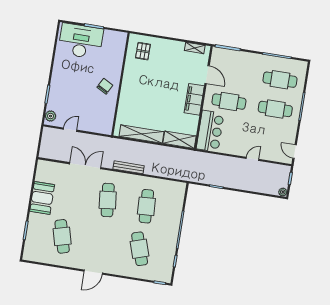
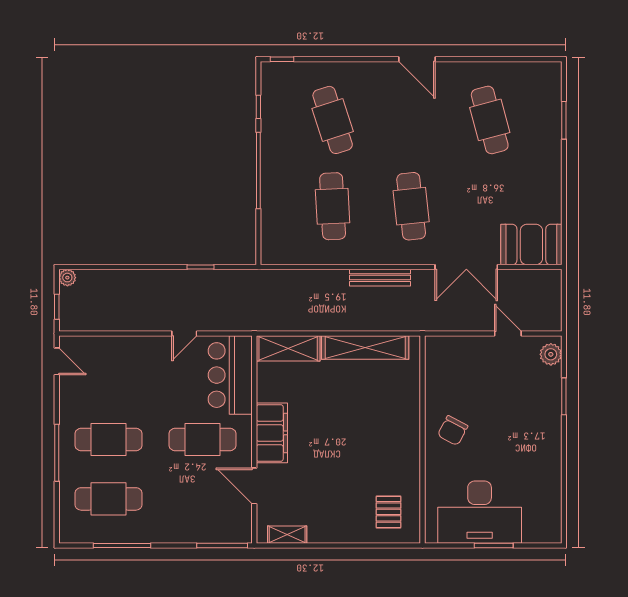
desk: (81, 41) -> (480, 512), moved
door: (70, 130) -> (508, 334), swing flipped
door: (253, 159) -> (184, 334), moved
booth: (42, 198) -> (531, 245), moved, turned 90
door: (93, 272) -> (417, 59), swing flipped

